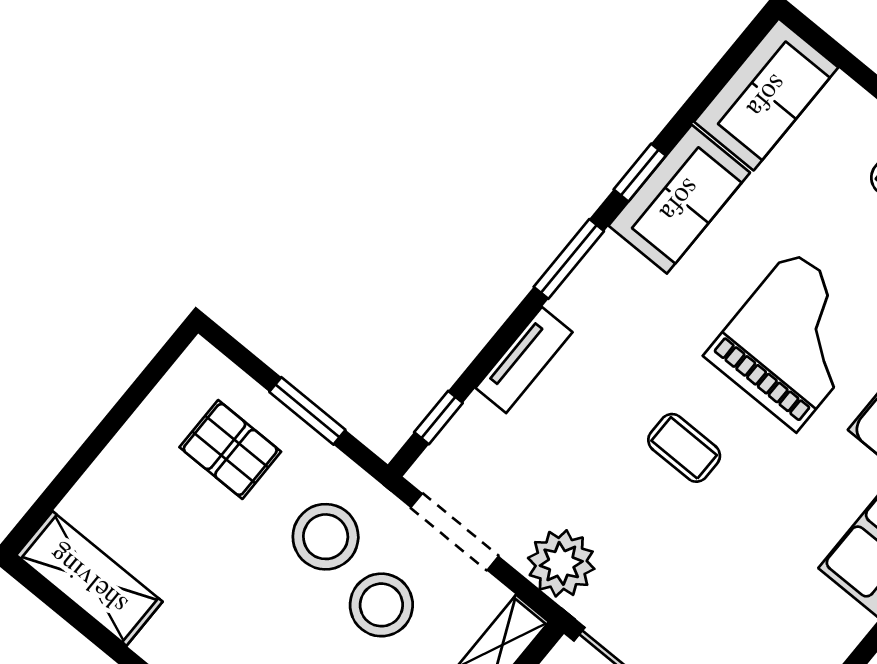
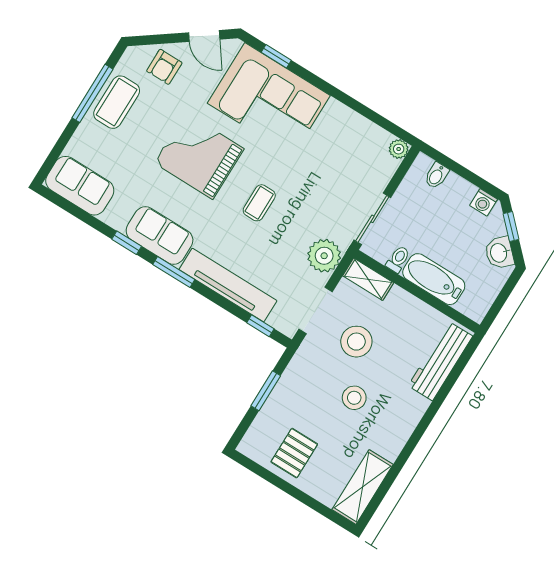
sofa: (679, 199) -> (160, 235), moved
tv unit: (524, 360) -> (228, 285), width x1.92, depth x1.29
pallet: (230, 449) -> (294, 453), moved
stool: (326, 537) -> (354, 398), moved, width x0.73, depth x0.73

